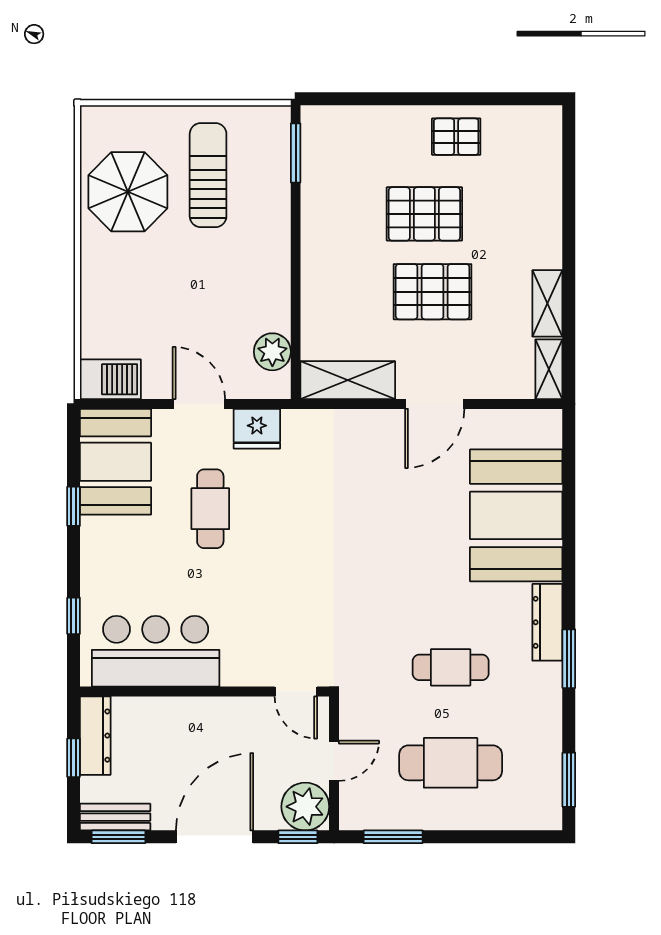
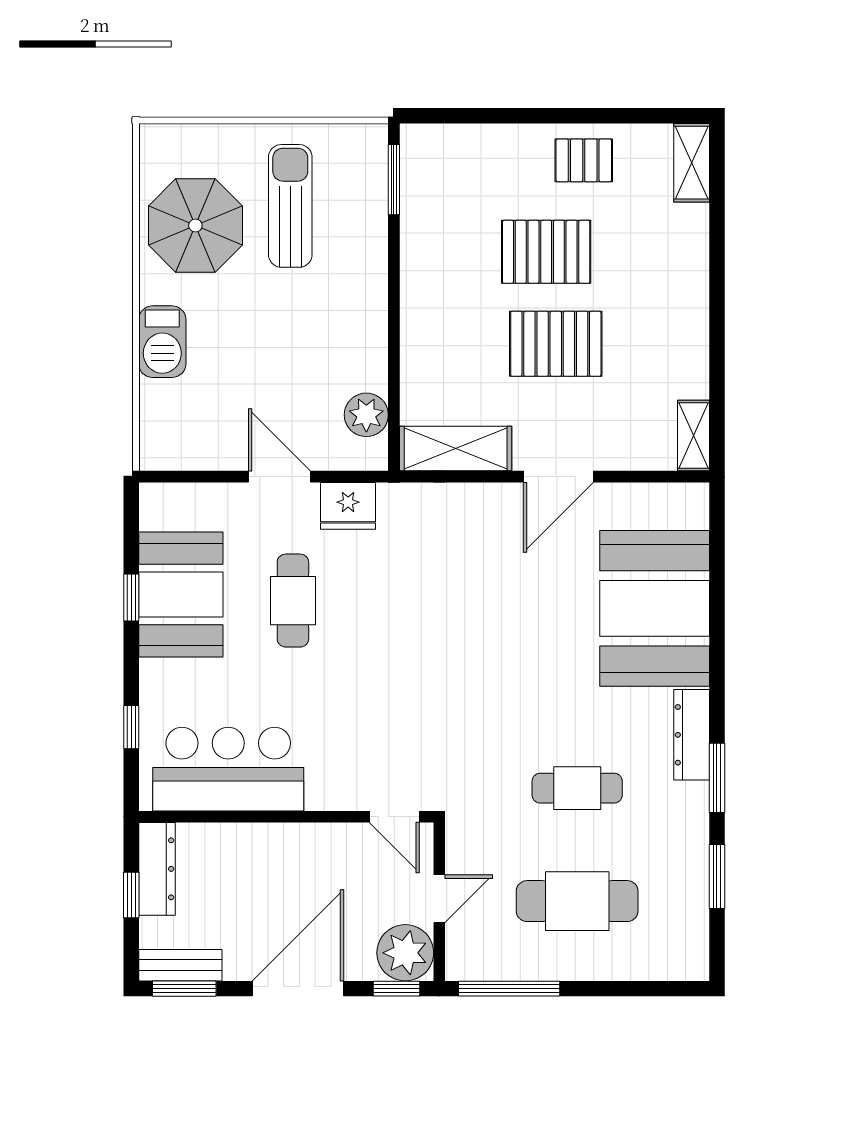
shelving: (547, 303) -> (692, 163), moved
barbecue: (110, 379) -> (162, 342), moved, turned 90
booth: (116, 462) -> (181, 594), moved
window: (569, 780) -> (717, 876), moved
window: (393, 837) -> (509, 989), width x1.44

